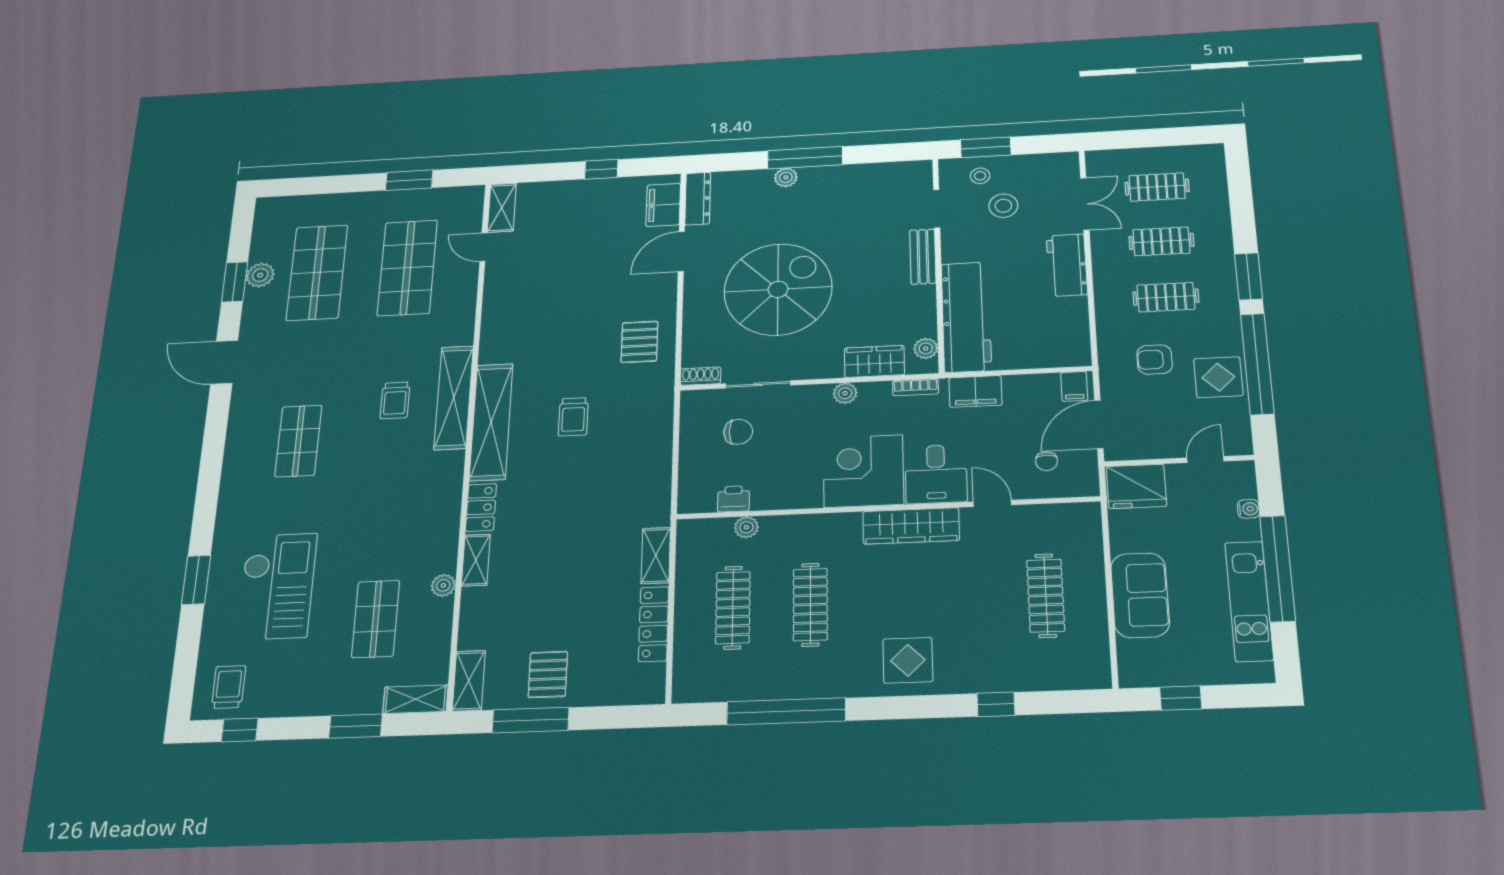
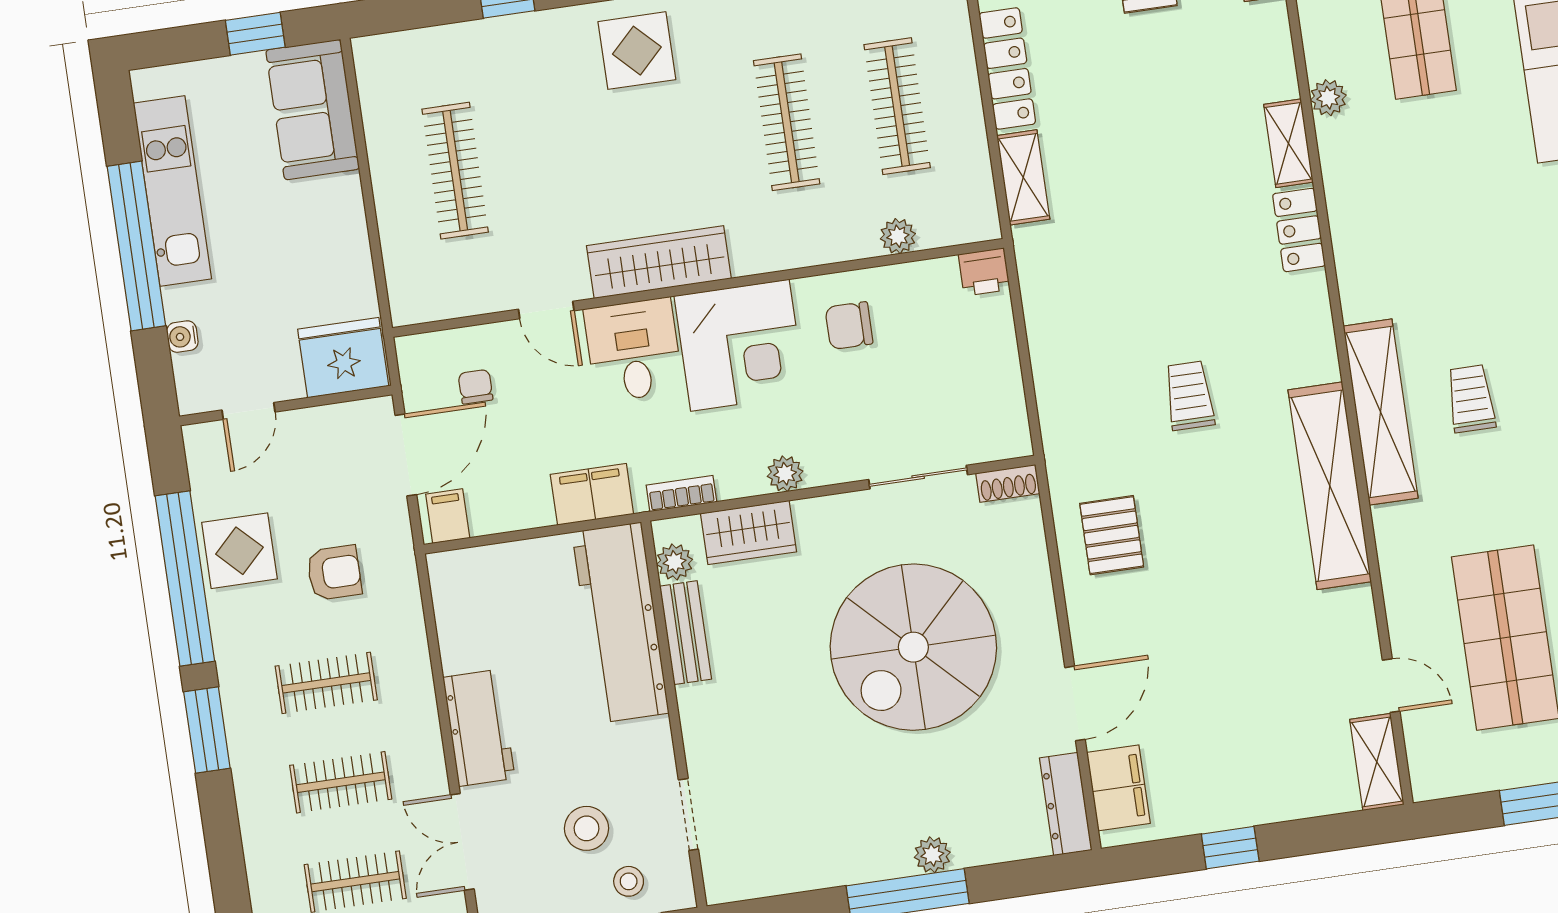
bench: (923, 257) -> (686, 633), moved
shelving: (491, 422) -> (1330, 486), moved
chair: (738, 432) -> (849, 326), moved
printer: (733, 499) -> (984, 272), moved
sofa: (1140, 595) -> (313, 110), moved

